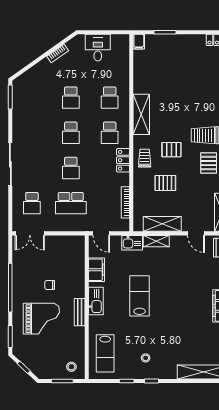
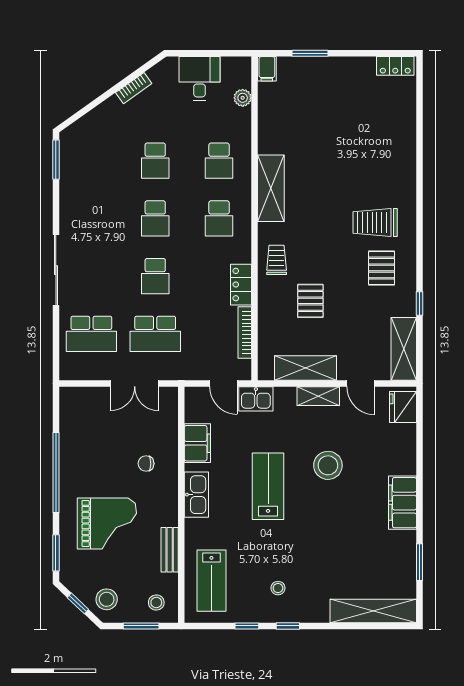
plant: (124, 59) -> (243, 98), added
pallet: (171, 150) -> (320, 246), removed
locker: (123, 160) -> (241, 285), moved
pallet: (165, 183) -> (310, 301), turned 90
school desk: (32, 203) -> (91, 334), width x1.85
double door: (30, 233) -> (135, 384), moved
door: (101, 233) -> (223, 384), moved
shelving: (156, 241) -> (318, 396), moved
stool: (176, 283) -> (328, 465), added
chair: (50, 285) -> (146, 464), moved
bench: (80, 312) -> (170, 550), moved
stool: (41, 365) -> (107, 599), added

